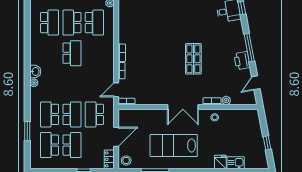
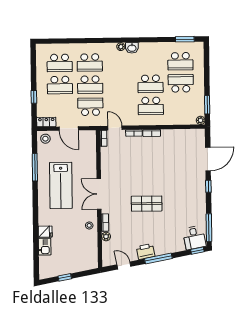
school desk: (94, 23) -> (151, 106), moved
school desk: (50, 114) -> (90, 63), turned 180
window: (27, 131) -> (185, 39), moved
school desk: (50, 145) -> (60, 63), turned 180
lab bench: (174, 146) -> (61, 185), turned 180

